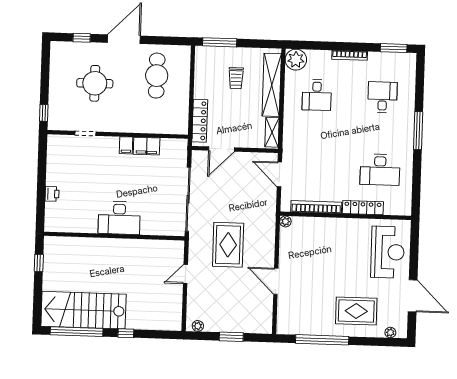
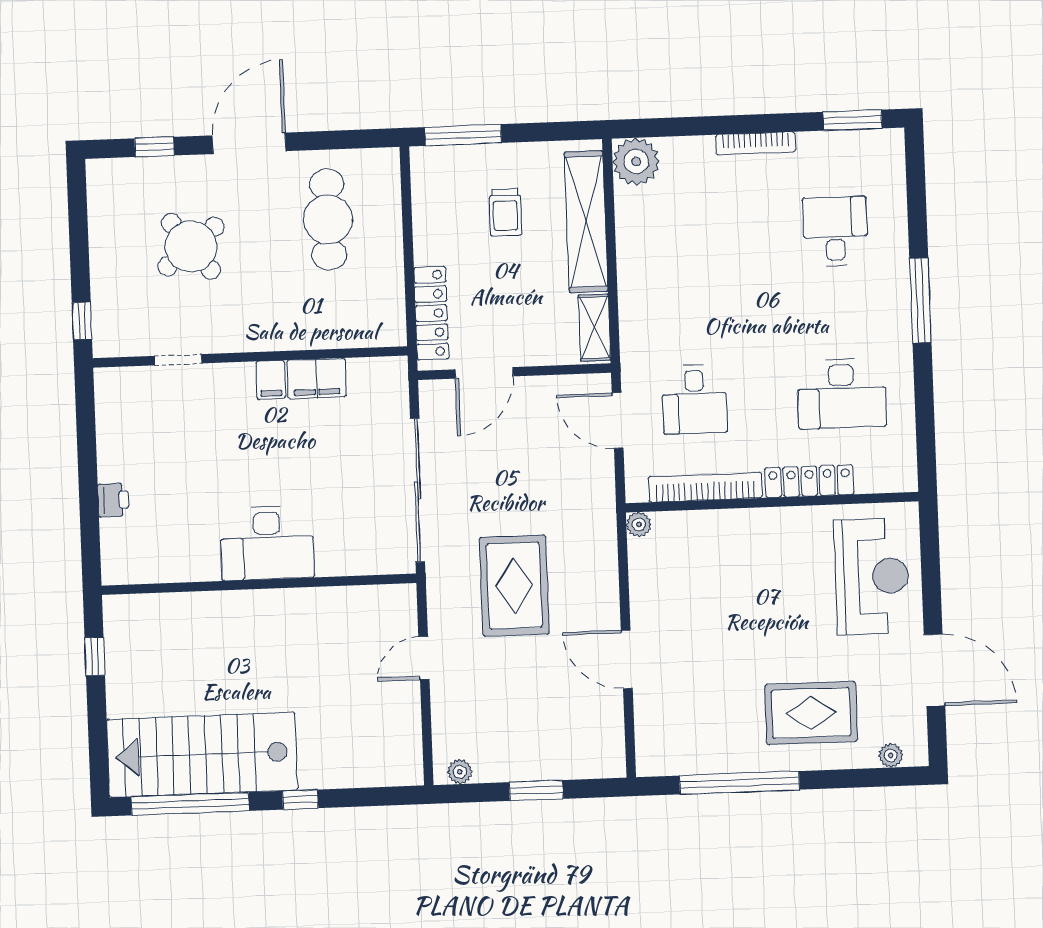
round table: (95, 83) -> (191, 246), turned -38
desk: (317, 95) -> (695, 399), moved

